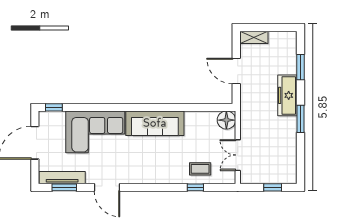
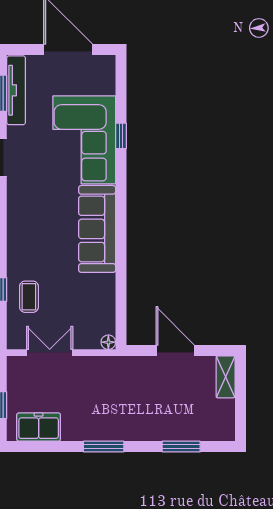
door: (236, 71) -> (175, 351), hinge flipped
freezer: (287, 95) -> (39, 427), moved, width x0.71
window: (54, 107) -> (121, 136), moved
floor lamp: (226, 120) -> (108, 342), width x0.53, depth x0.53

